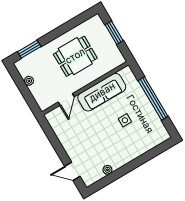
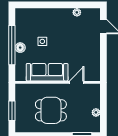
floor lamp: (143, 101) -> (20, 48), added

